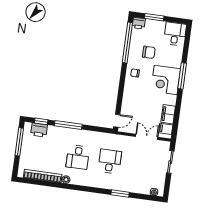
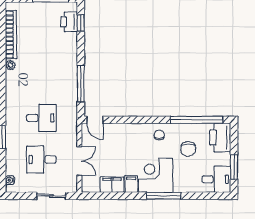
window: (154, 17) -> (234, 167), moved
printer: (139, 23) -> (220, 138), width x1.87, depth x1.48
window: (68, 125) -> (81, 84), moved
filing cabinet: (166, 129) -> (131, 184), moved
desk: (78, 157) -> (41, 160), moved

